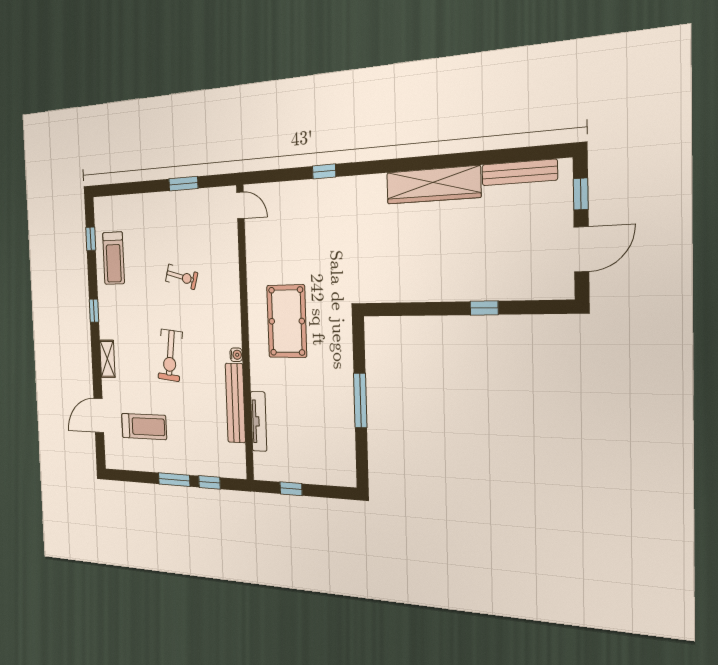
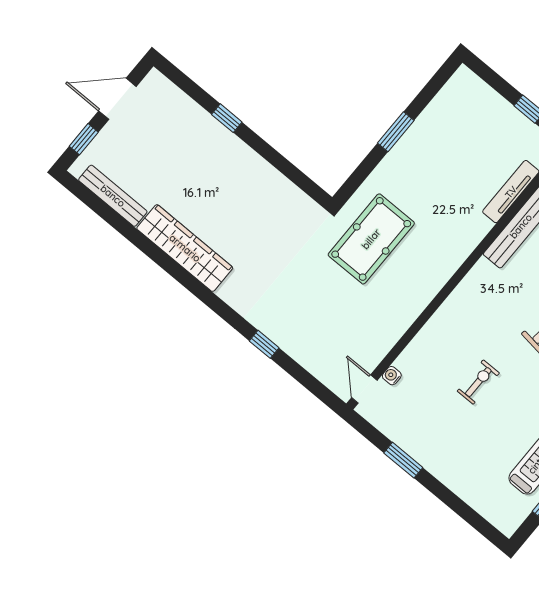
exercise bike: (182, 277) -> (478, 382), turned 74
pool table: (287, 321) -> (371, 239), moved
water cooler: (236, 355) -> (392, 376), moved
window: (360, 400) -> (396, 132), width x0.69

